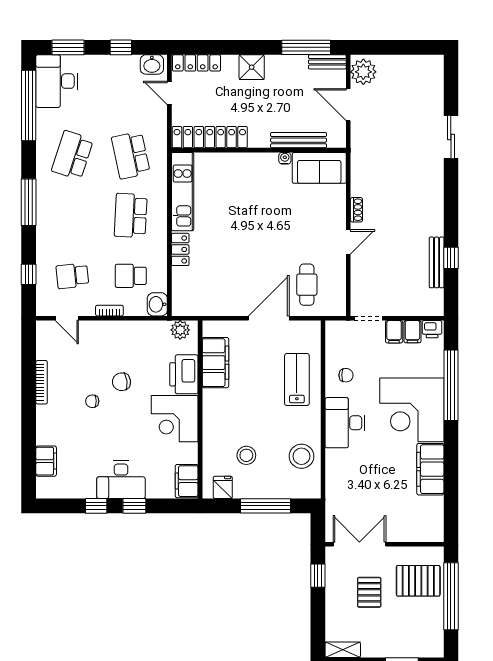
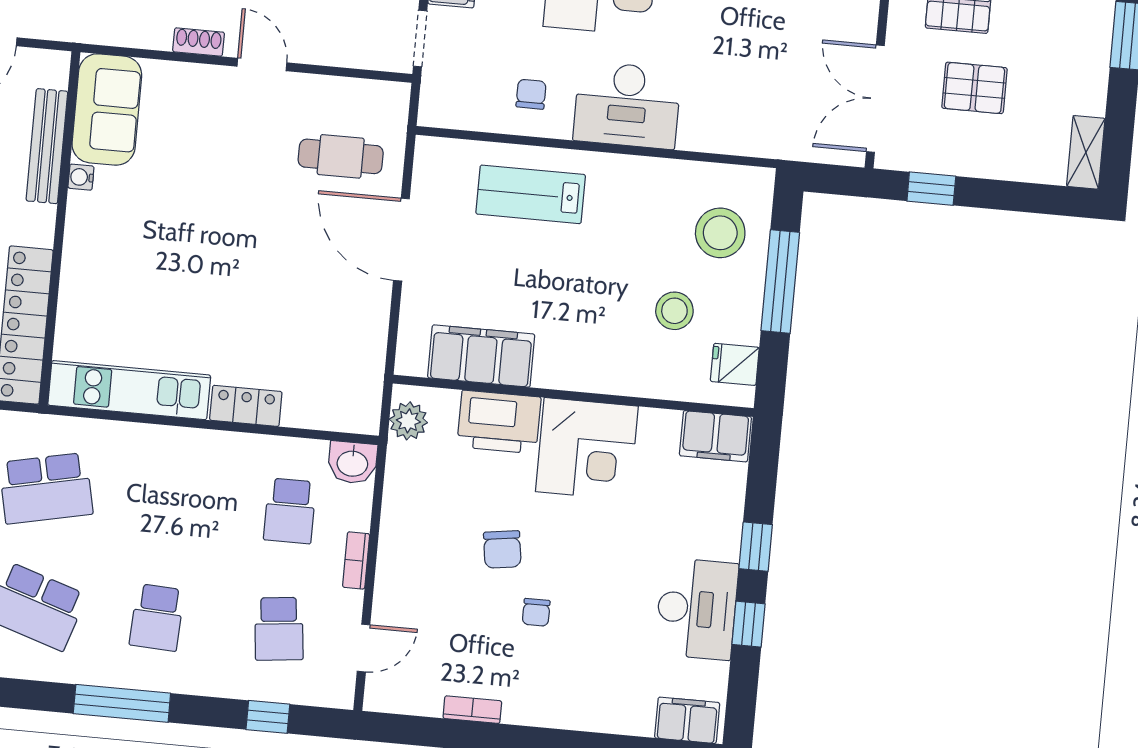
school desk: (131, 216) -> (157, 617), moved, width x0.54
bookcase: (42, 382) -> (472, 710), width x0.64
stool: (301, 456) -> (720, 233), moved
filing cabinet: (46, 461) -> (687, 720), moved
desk: (121, 480) -> (697, 609), moved

